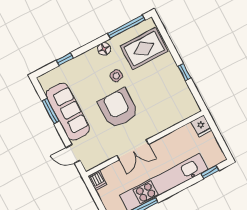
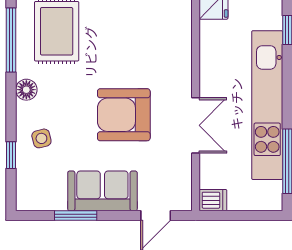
side table: (116, 76) -> (41, 138), moved
sofa: (68, 112) -> (102, 191), width x0.73

